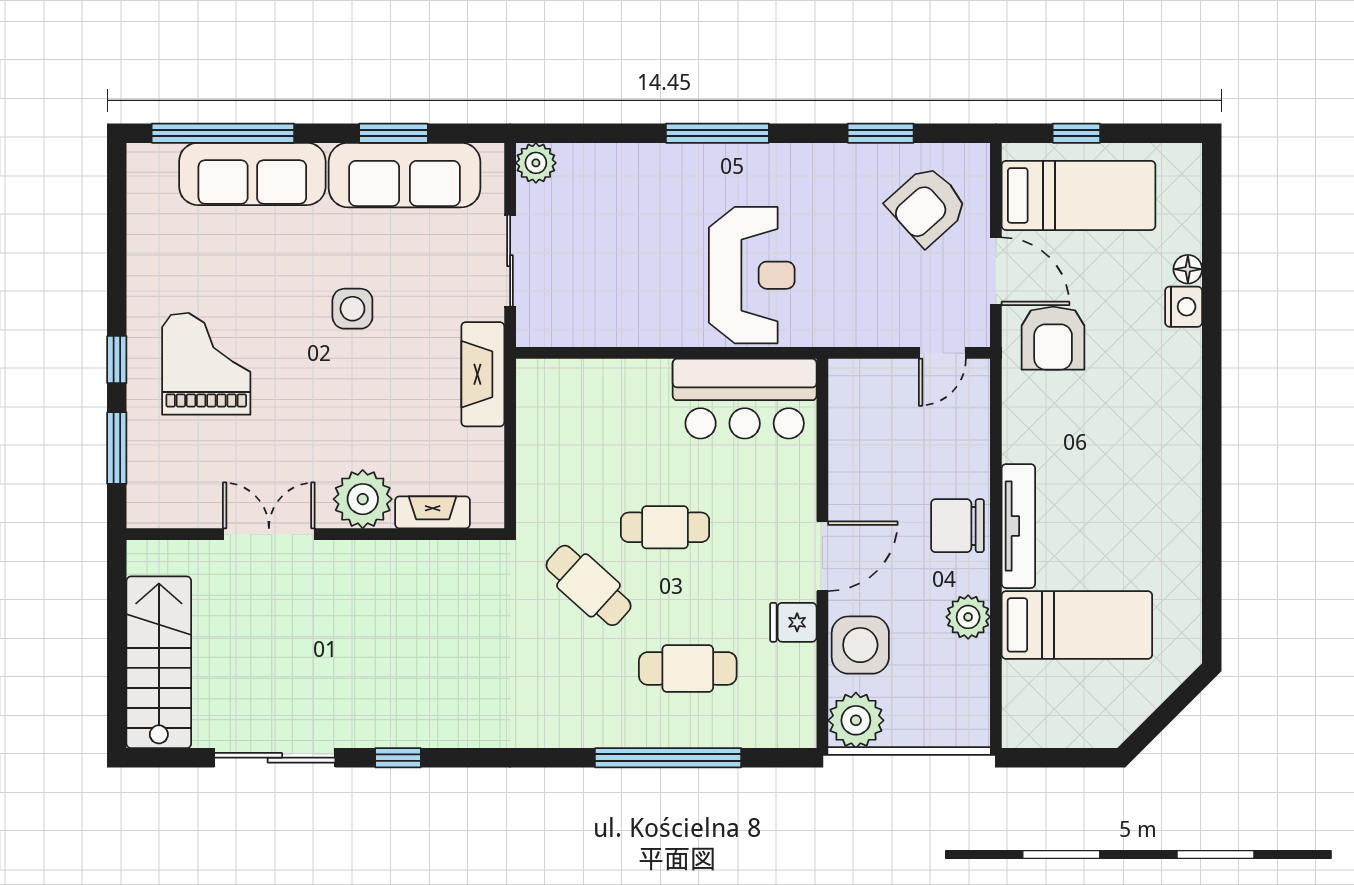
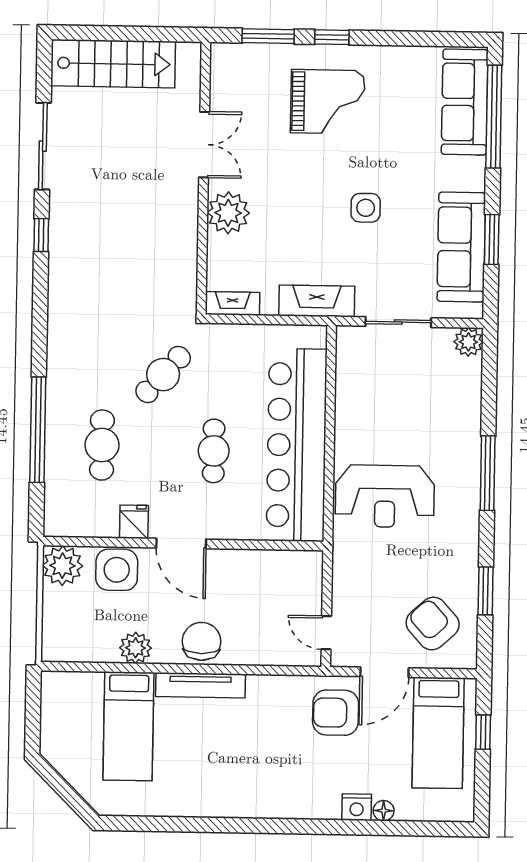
sofa: (252, 174) -> (465, 102), moved
bar counter: (745, 399) -> (297, 445), width x1.86
fireplace: (433, 512) -> (233, 303), moved, turned -90
cafe table: (665, 527) -> (214, 451), moved

